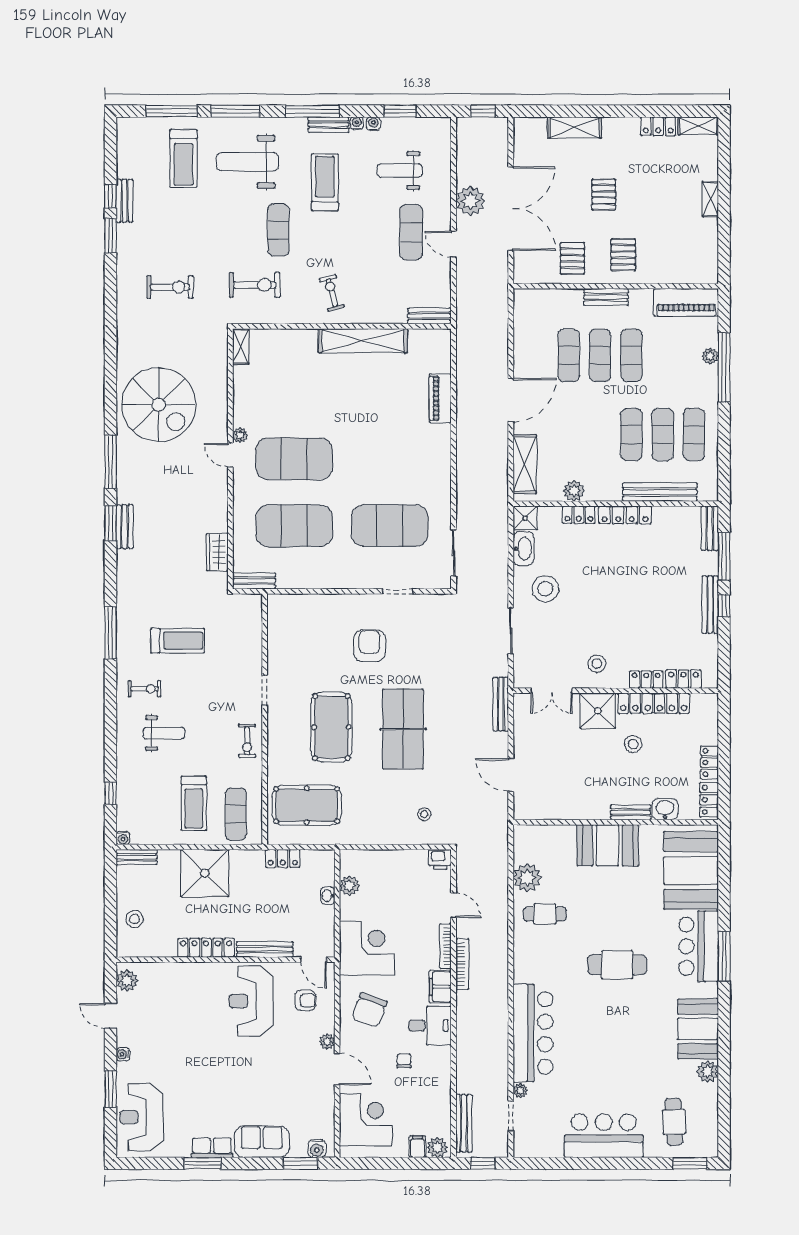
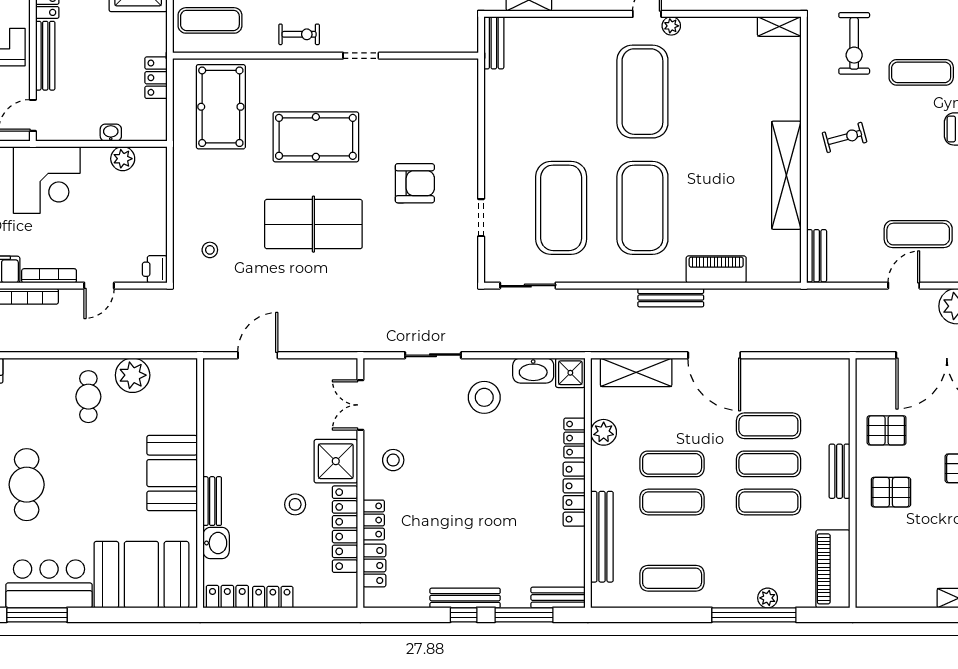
exercise mat: (663, 435) -> (672, 464), moved
exercise mat: (294, 526) -> (642, 208), moved
bench: (501, 704) -> (671, 298), moved
exercise bike: (247, 741) -> (299, 34), turned 180

